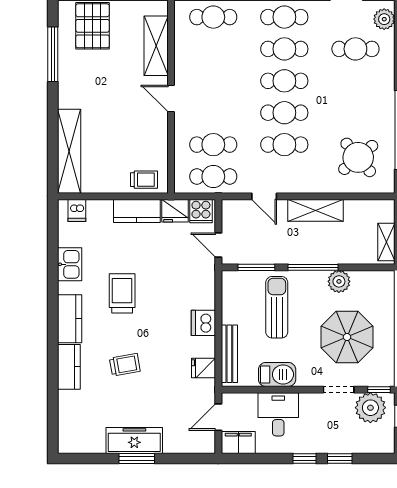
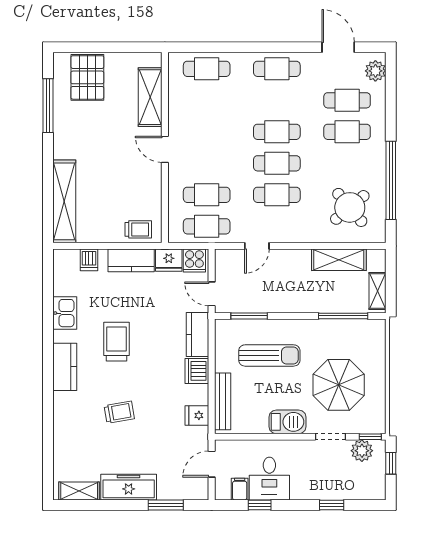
cafe table: (284, 49) -> (347, 132), moved
door: (264, 196) -> (257, 246), hinge flipped
dishwasher: (77, 210) -> (89, 260), moved
shelving: (315, 210) -> (339, 260), moved
window: (313, 267) -> (343, 316), moved
plant: (339, 281) -> (331, 330), removed
sun lounger: (277, 307) -> (269, 355), turned 90
kitchen counter: (69, 367) -> (198, 334), moved, turned 180
barbecue: (277, 374) -> (288, 422), moved
plant: (370, 408) -> (362, 451), width x0.73, depth x0.73
desk: (278, 414) -> (269, 479), moved, turned 180
filing cabinet: (238, 442) -> (240, 489), width x0.50
shelving: (84, 444) -> (79, 491), added
window: (137, 459) -> (166, 505), moved
window: (304, 459) -> (260, 505), moved

